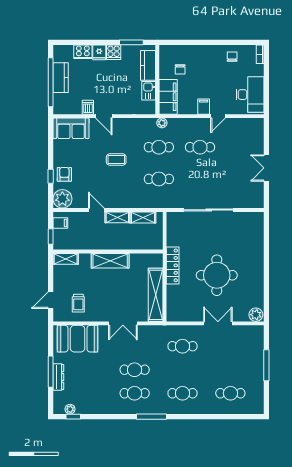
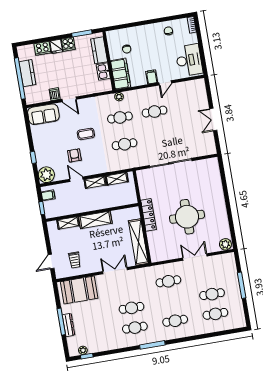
armchair: (64, 174) -> (74, 155), moved
shelving: (66, 259) -> (68, 223), moved
double door: (123, 323) -> (115, 271), swing flipped
cafe table: (230, 370) -> (212, 294), added

